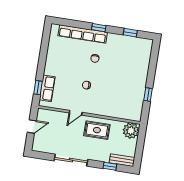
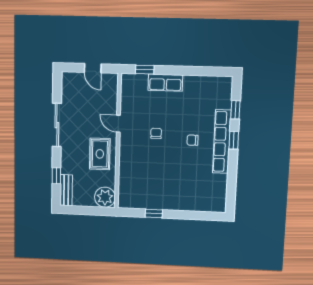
window: (130, 33) -> (235, 110), moved
row of seats: (83, 34) -> (222, 142), moved
row of seats: (47, 88) -> (165, 83), moved

